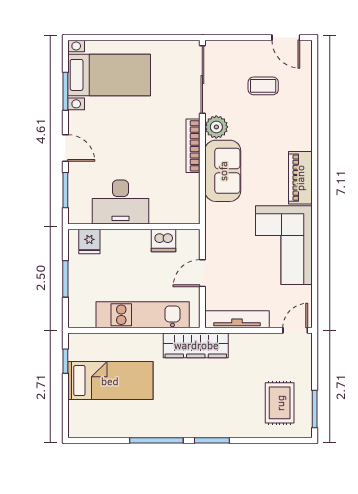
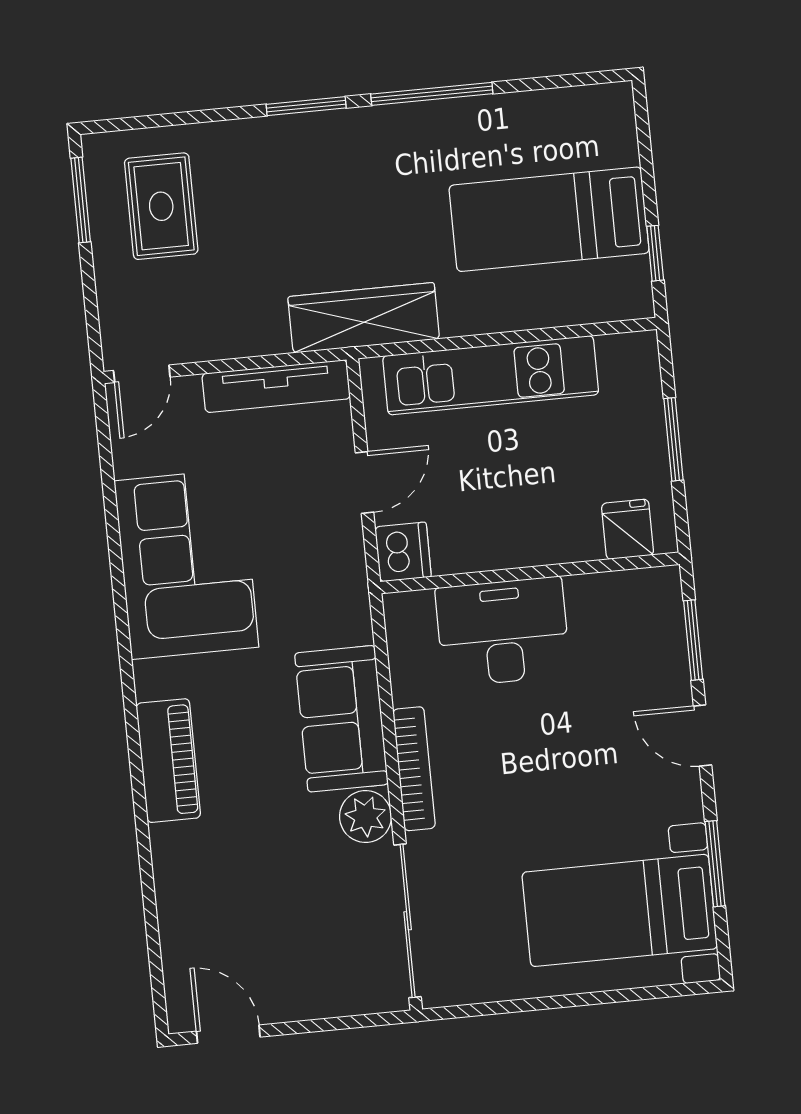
coffee table: (263, 86) -> (269, 920), removed
piano: (300, 178) -> (168, 761), moved
desk: (120, 202) -> (503, 632), moved
dishwasher: (163, 240) -> (403, 552), moved, turned 90

